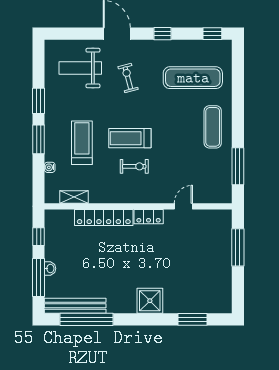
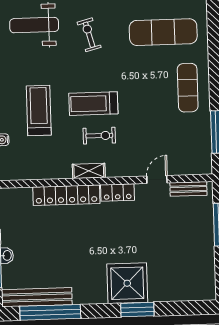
shelving: (74, 197) -> (89, 171), moved
bench: (211, 215) -> (188, 189), added
shower: (150, 301) -> (127, 283), width x1.37, depth x1.37
window: (193, 319) -> (137, 310), moved

